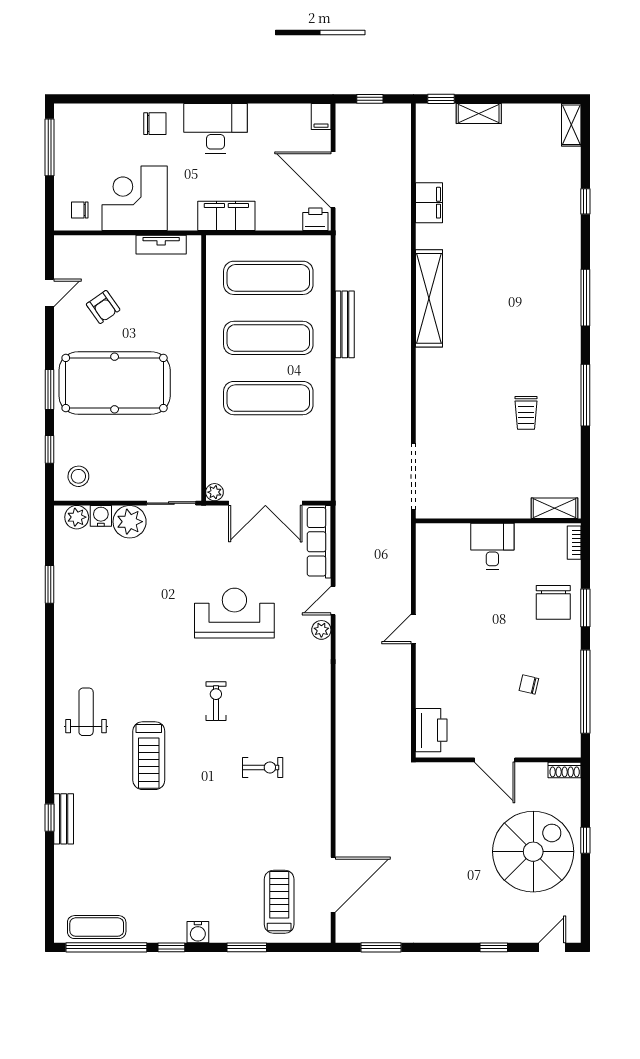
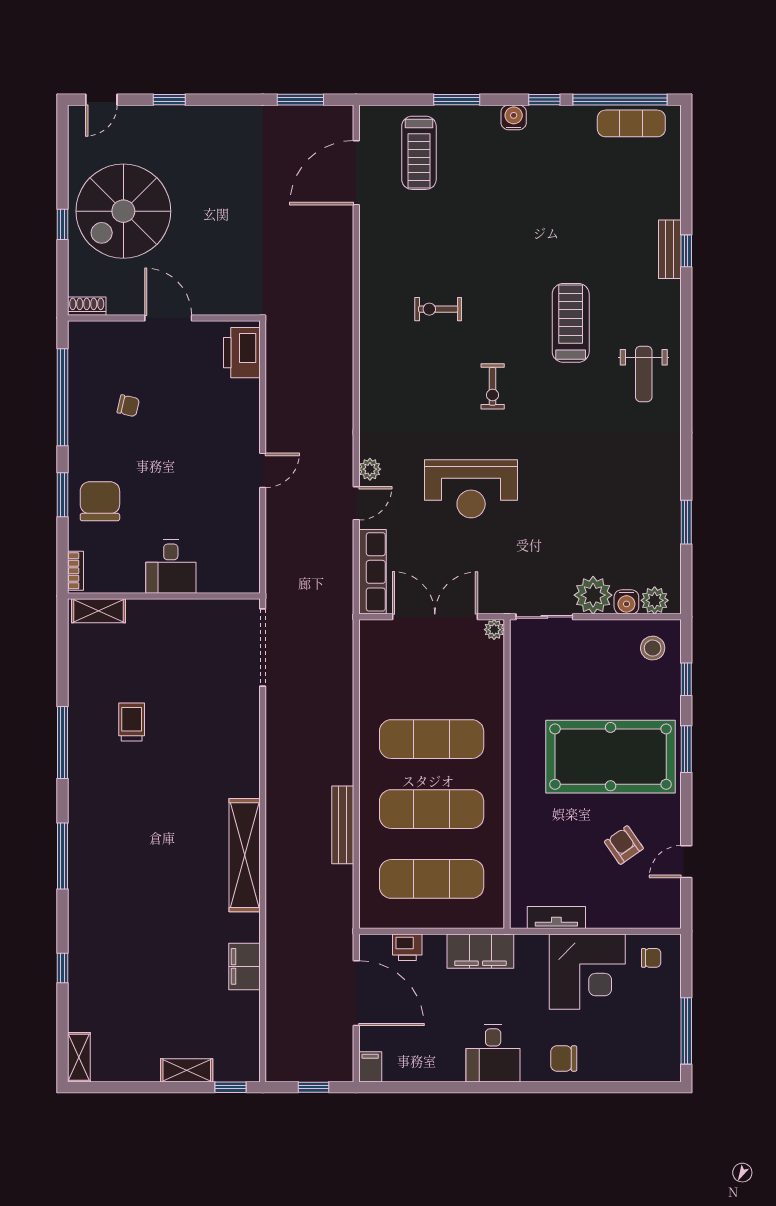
desk: (216, 128) -> (493, 1053), width x0.73
printer: (315, 219) -> (407, 947), moved

